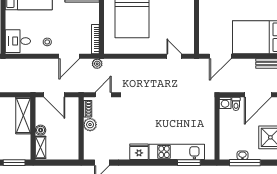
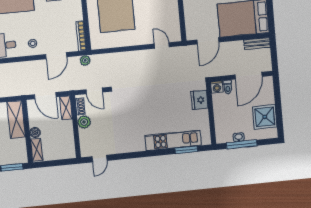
door: (103, 95) -> (94, 91), swing flipped
shelving: (74, 109) -> (66, 108), added
fridge: (139, 152) -> (199, 100), moved, turned -90

